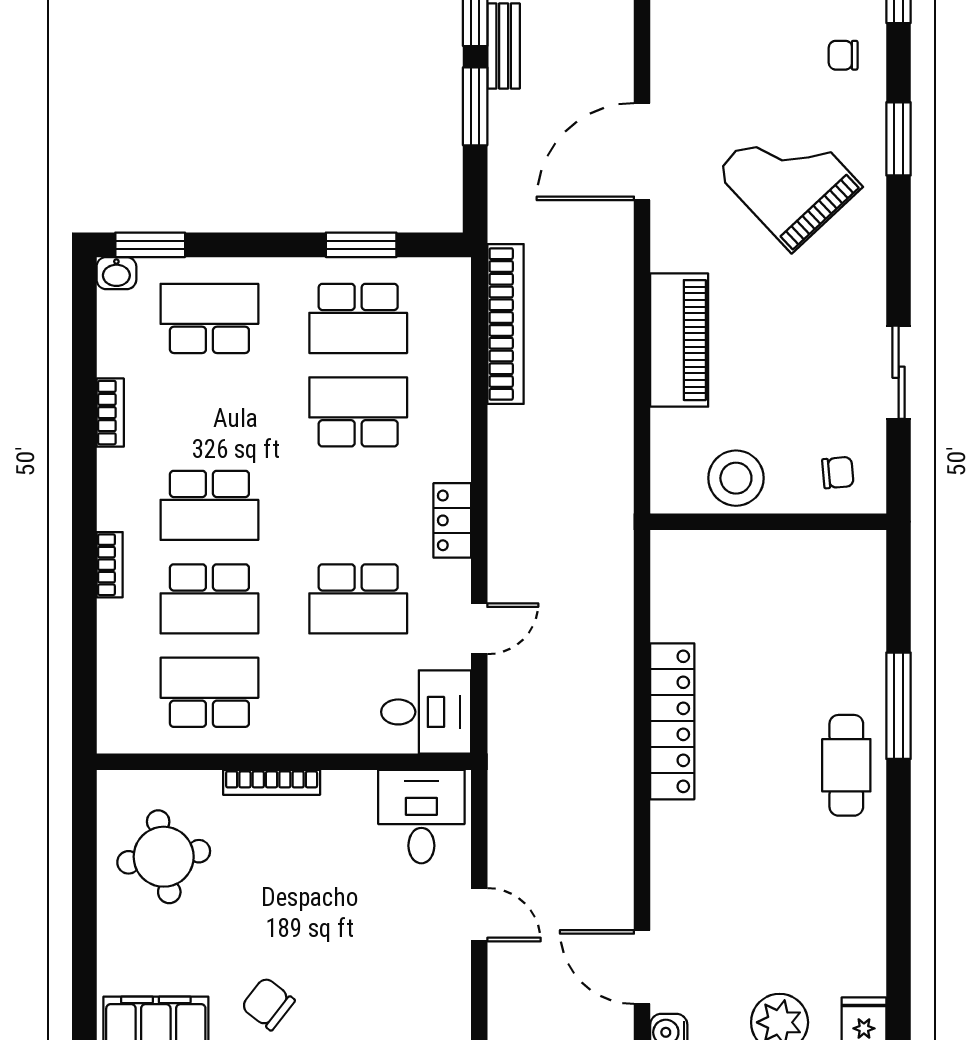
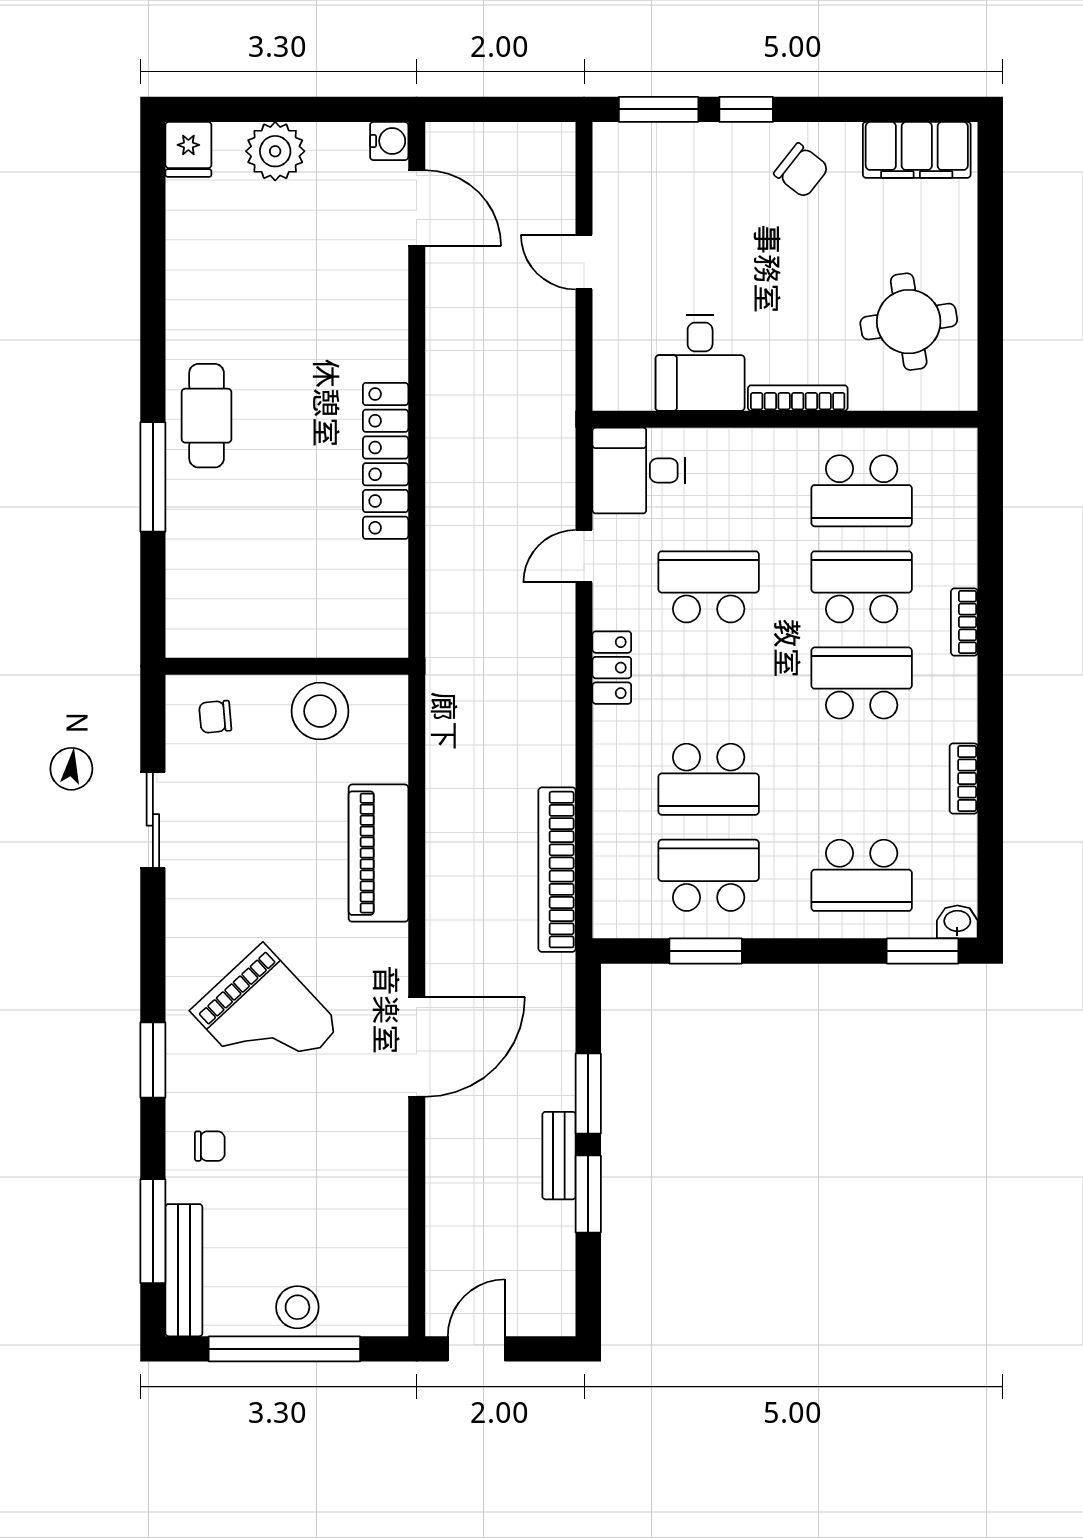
desk: (421, 817) -> (700, 363), moved

